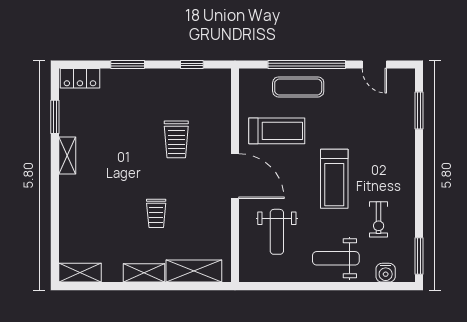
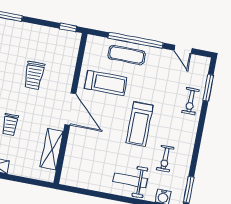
window: (192, 64) -> (68, 27), moved
exercise bike: (398, 134) -> (191, 101), added
weight bench: (277, 232) -> (92, 154), removed
shelving: (194, 271) -> (52, 149), moved, turned 90

